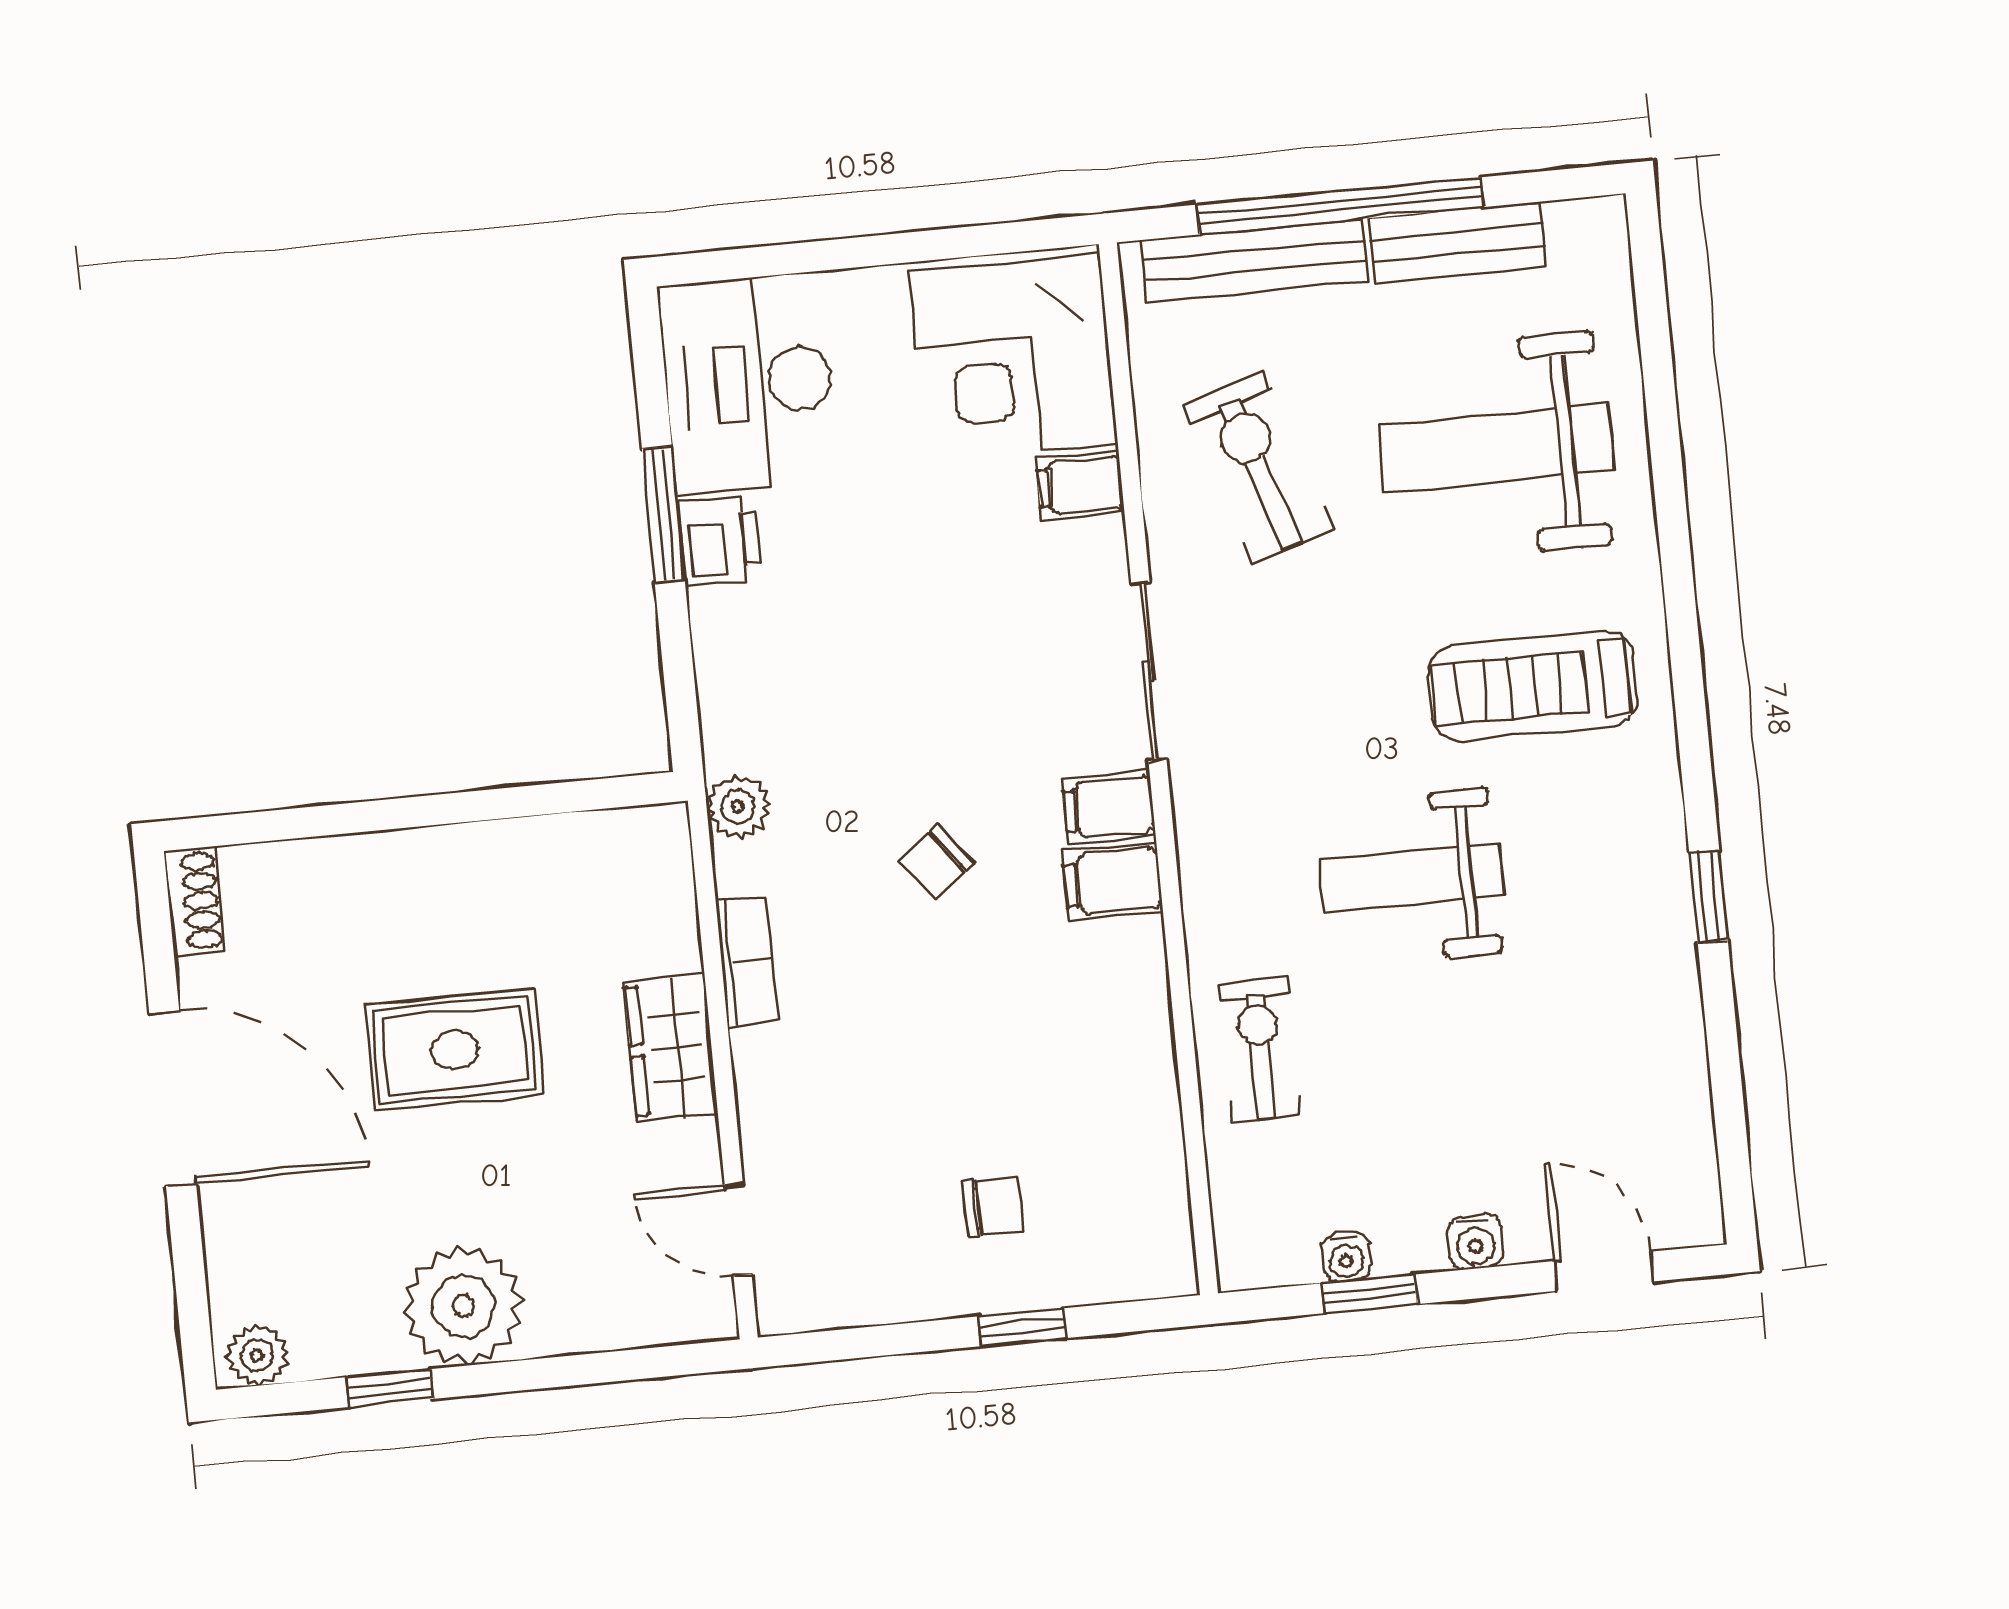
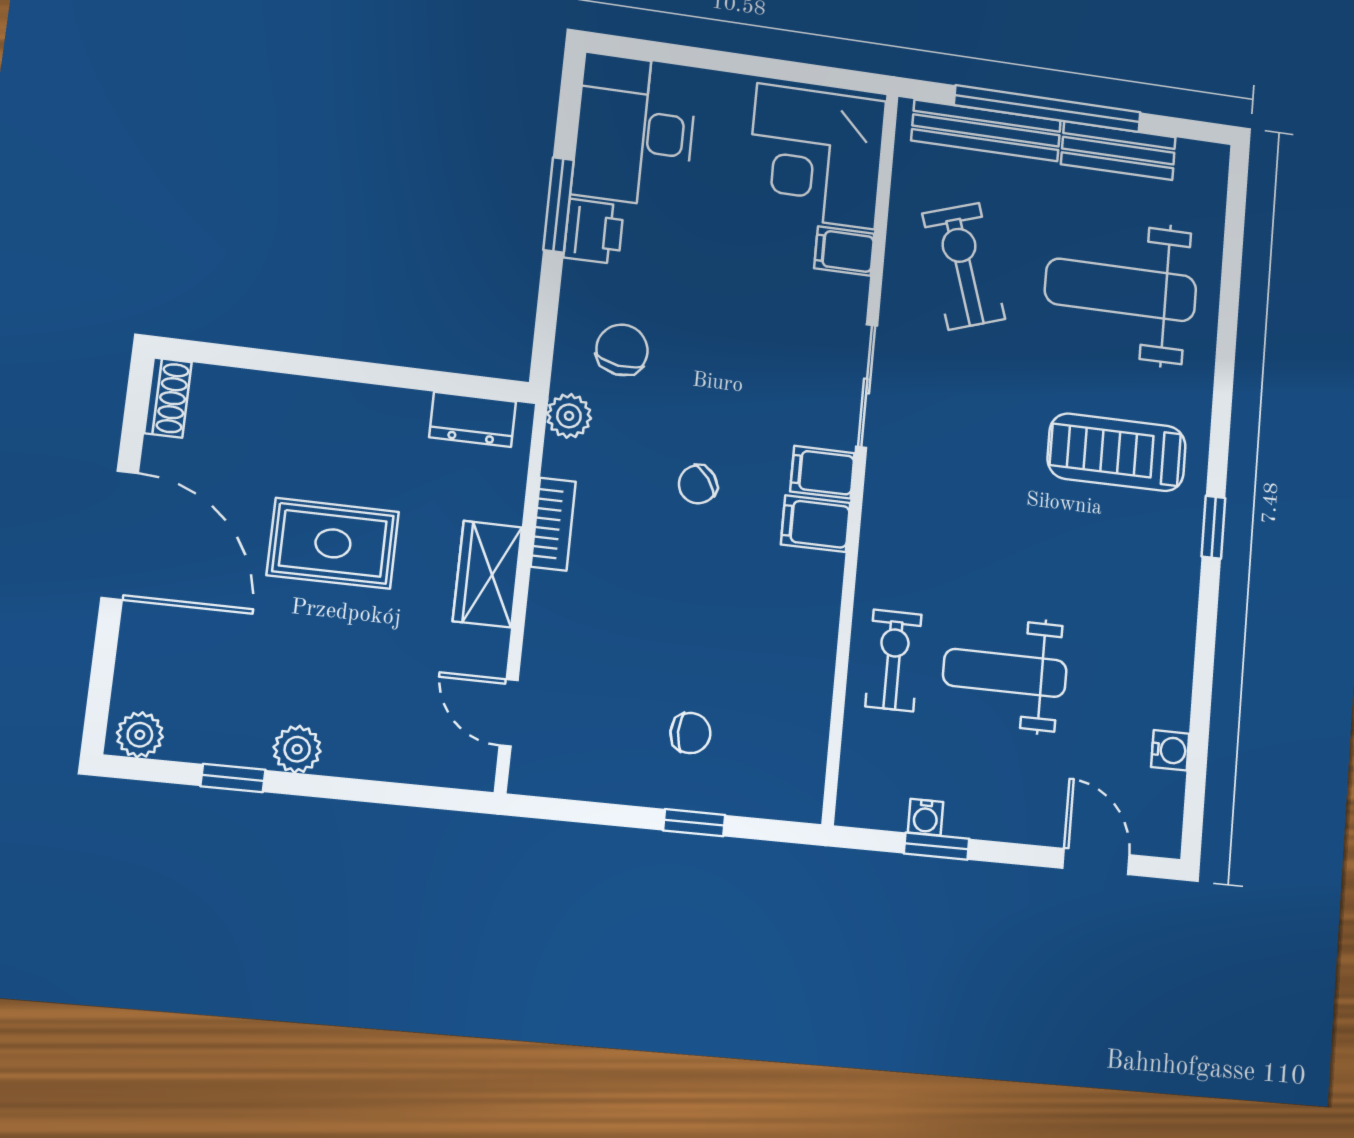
chair: (793, 698) -> (622, 350), added
dresser: (607, 841) -> (473, 419), added
weight bench: (1412, 878) -> (1005, 673), moved
window: (1709, 896) -> (1213, 527), moved
water cooler: (1475, 1242) -> (1170, 750), moved, turned -90
plant: (463, 1306) -> (297, 749), width x0.53, depth x0.53

